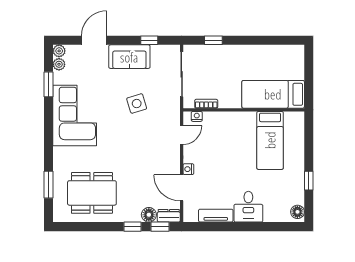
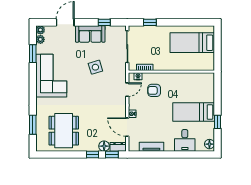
bed: (273, 94) -> (192, 43), moved
armchair: (219, 136) -> (154, 90), added
bed: (270, 140) -> (194, 112), moved, turned 90
dining table: (92, 193) -> (64, 131), turned 90
desk: (248, 207) -> (185, 140), moved

